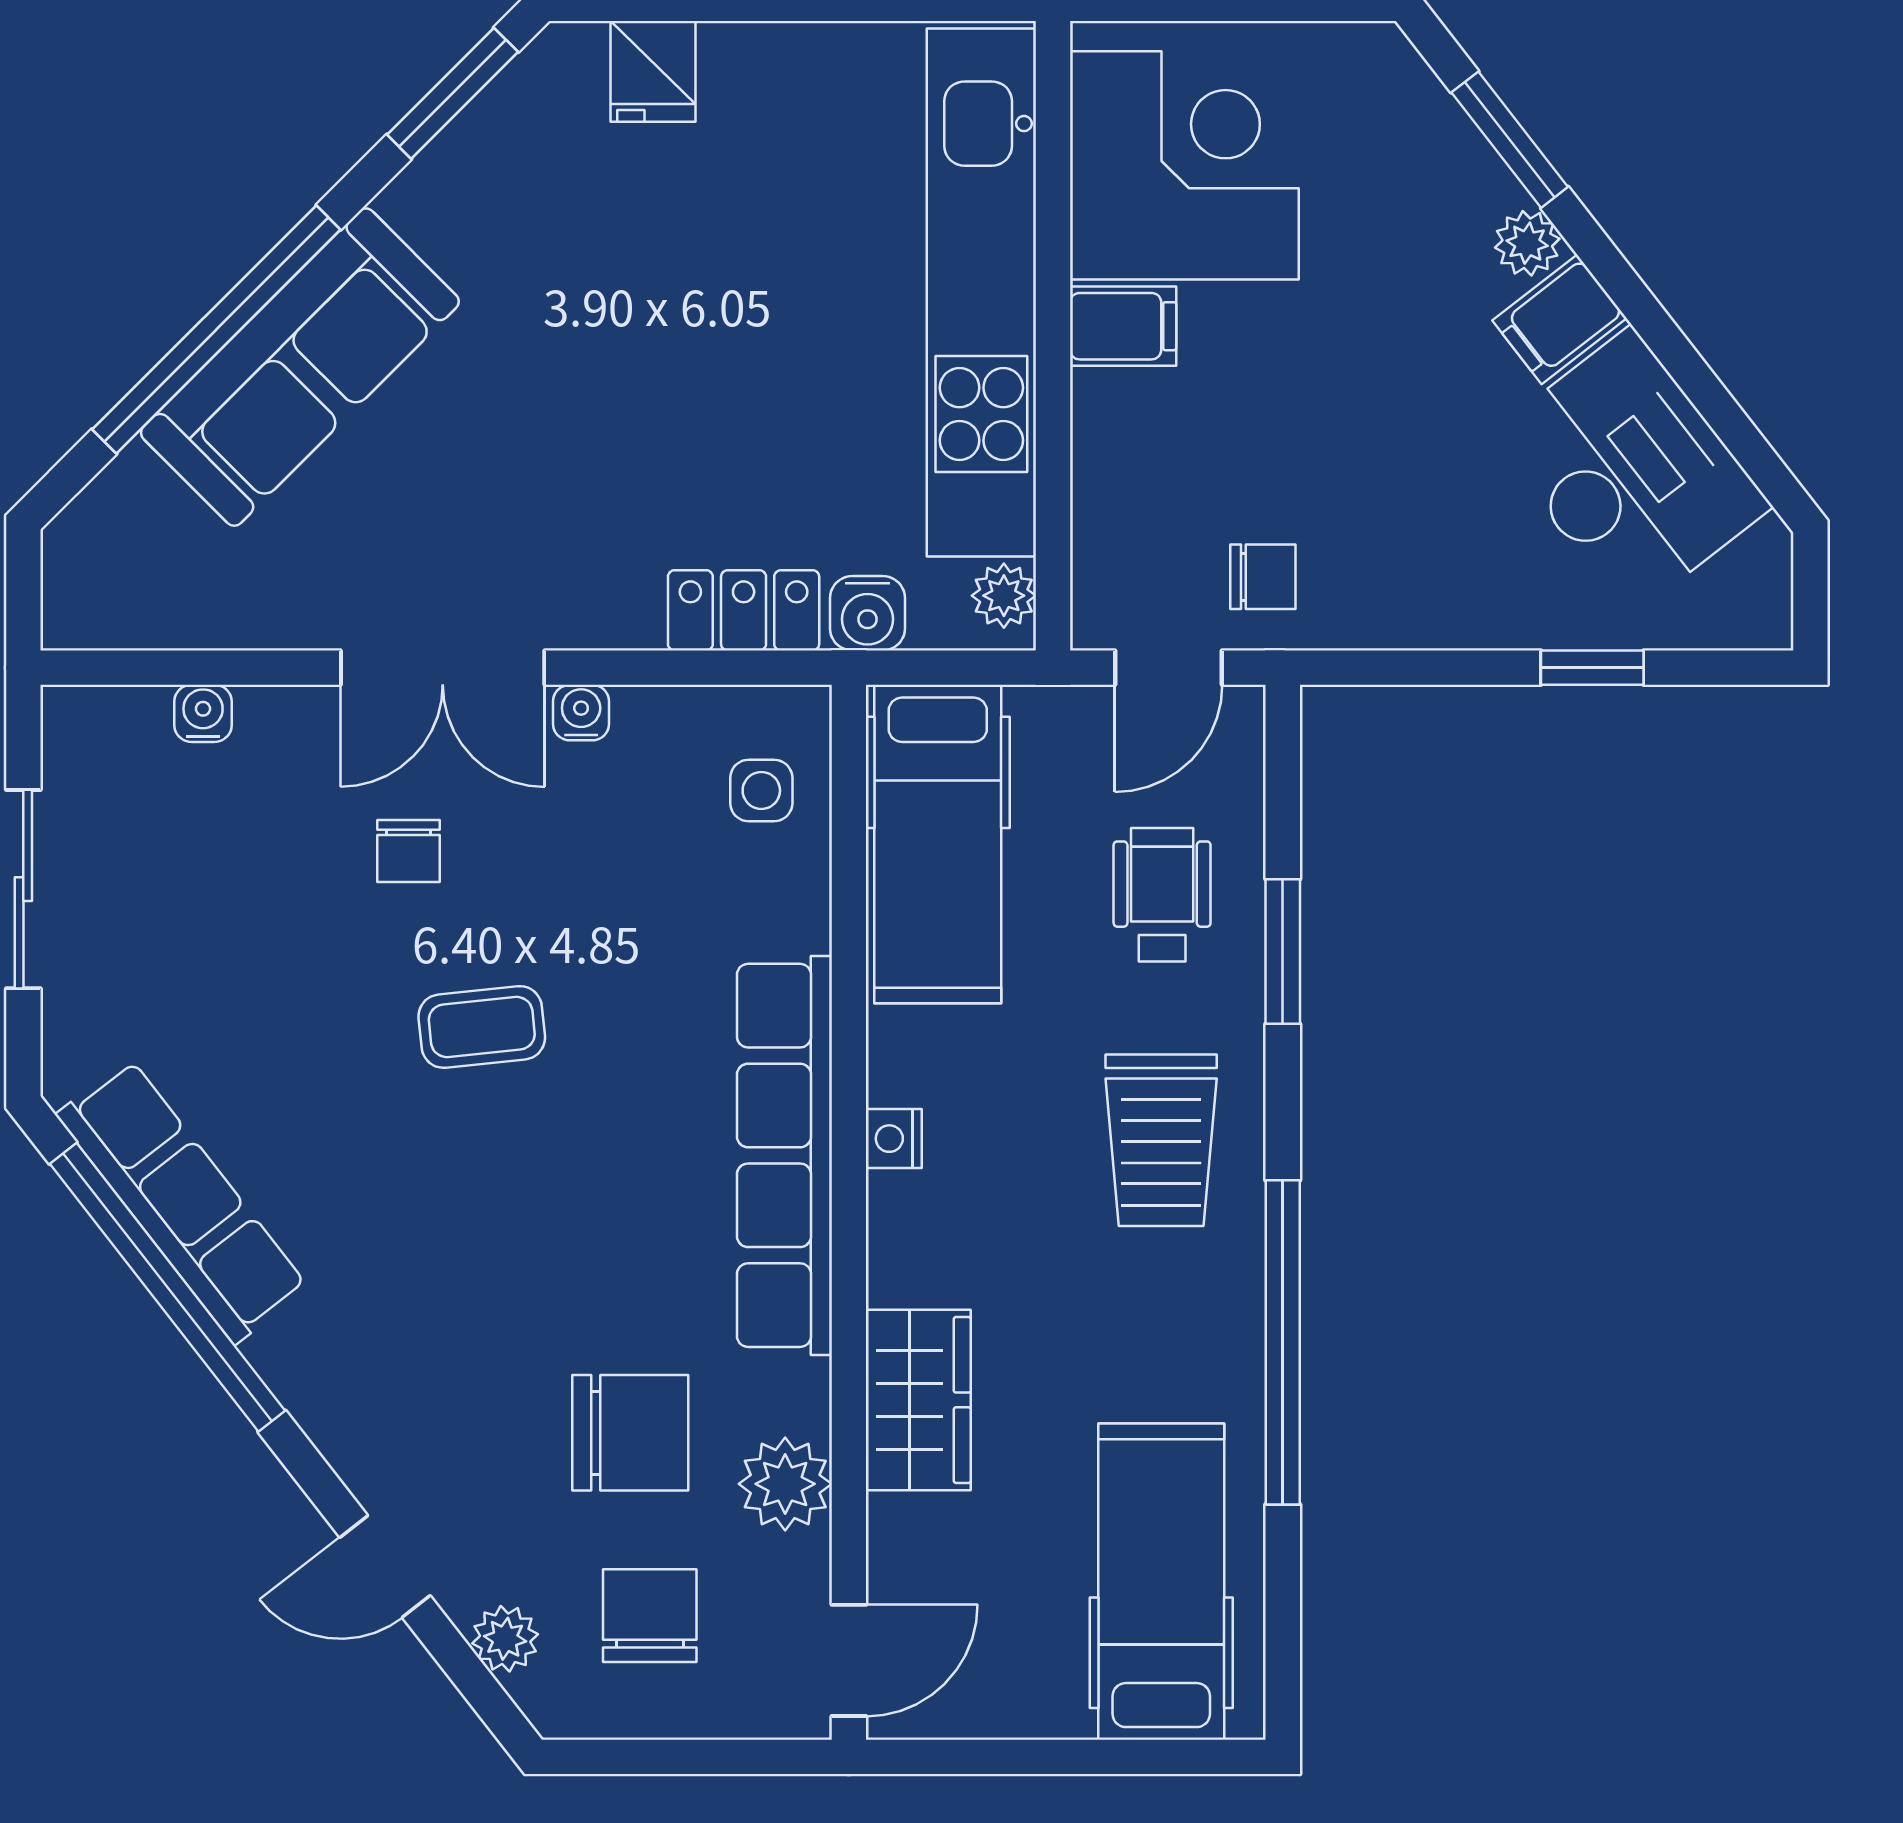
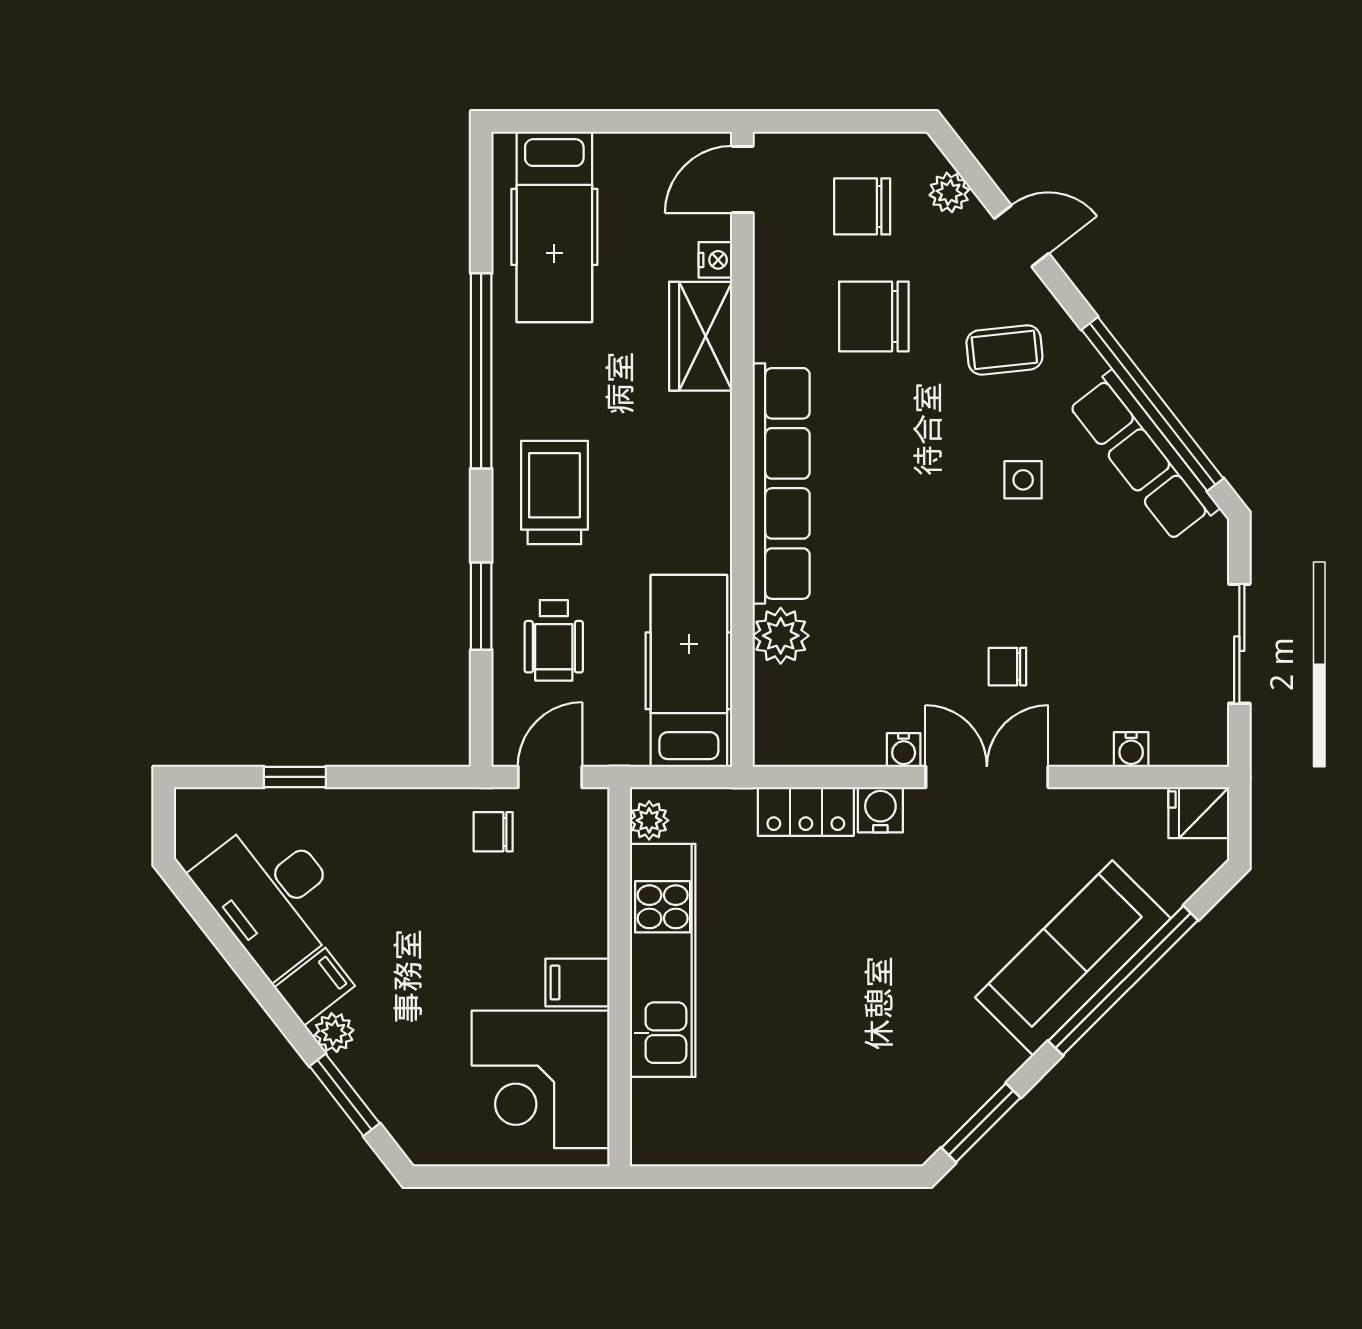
fridge: (653, 71) -> (1199, 813), moved, turned -90
kitchen unit: (981, 293) -> (663, 960), width x0.73
water cooler: (868, 613) -> (880, 810), moved
side table: (761, 791) -> (1023, 480), moved
chair: (408, 851) -> (1007, 667), turned -90
coffee table: (482, 1027) -> (1004, 350), moved
nightstand: (894, 1139) -> (715, 260), moved
plant: (785, 1484) -> (781, 636), moved
chair: (650, 1616) -> (862, 206), turned 90

